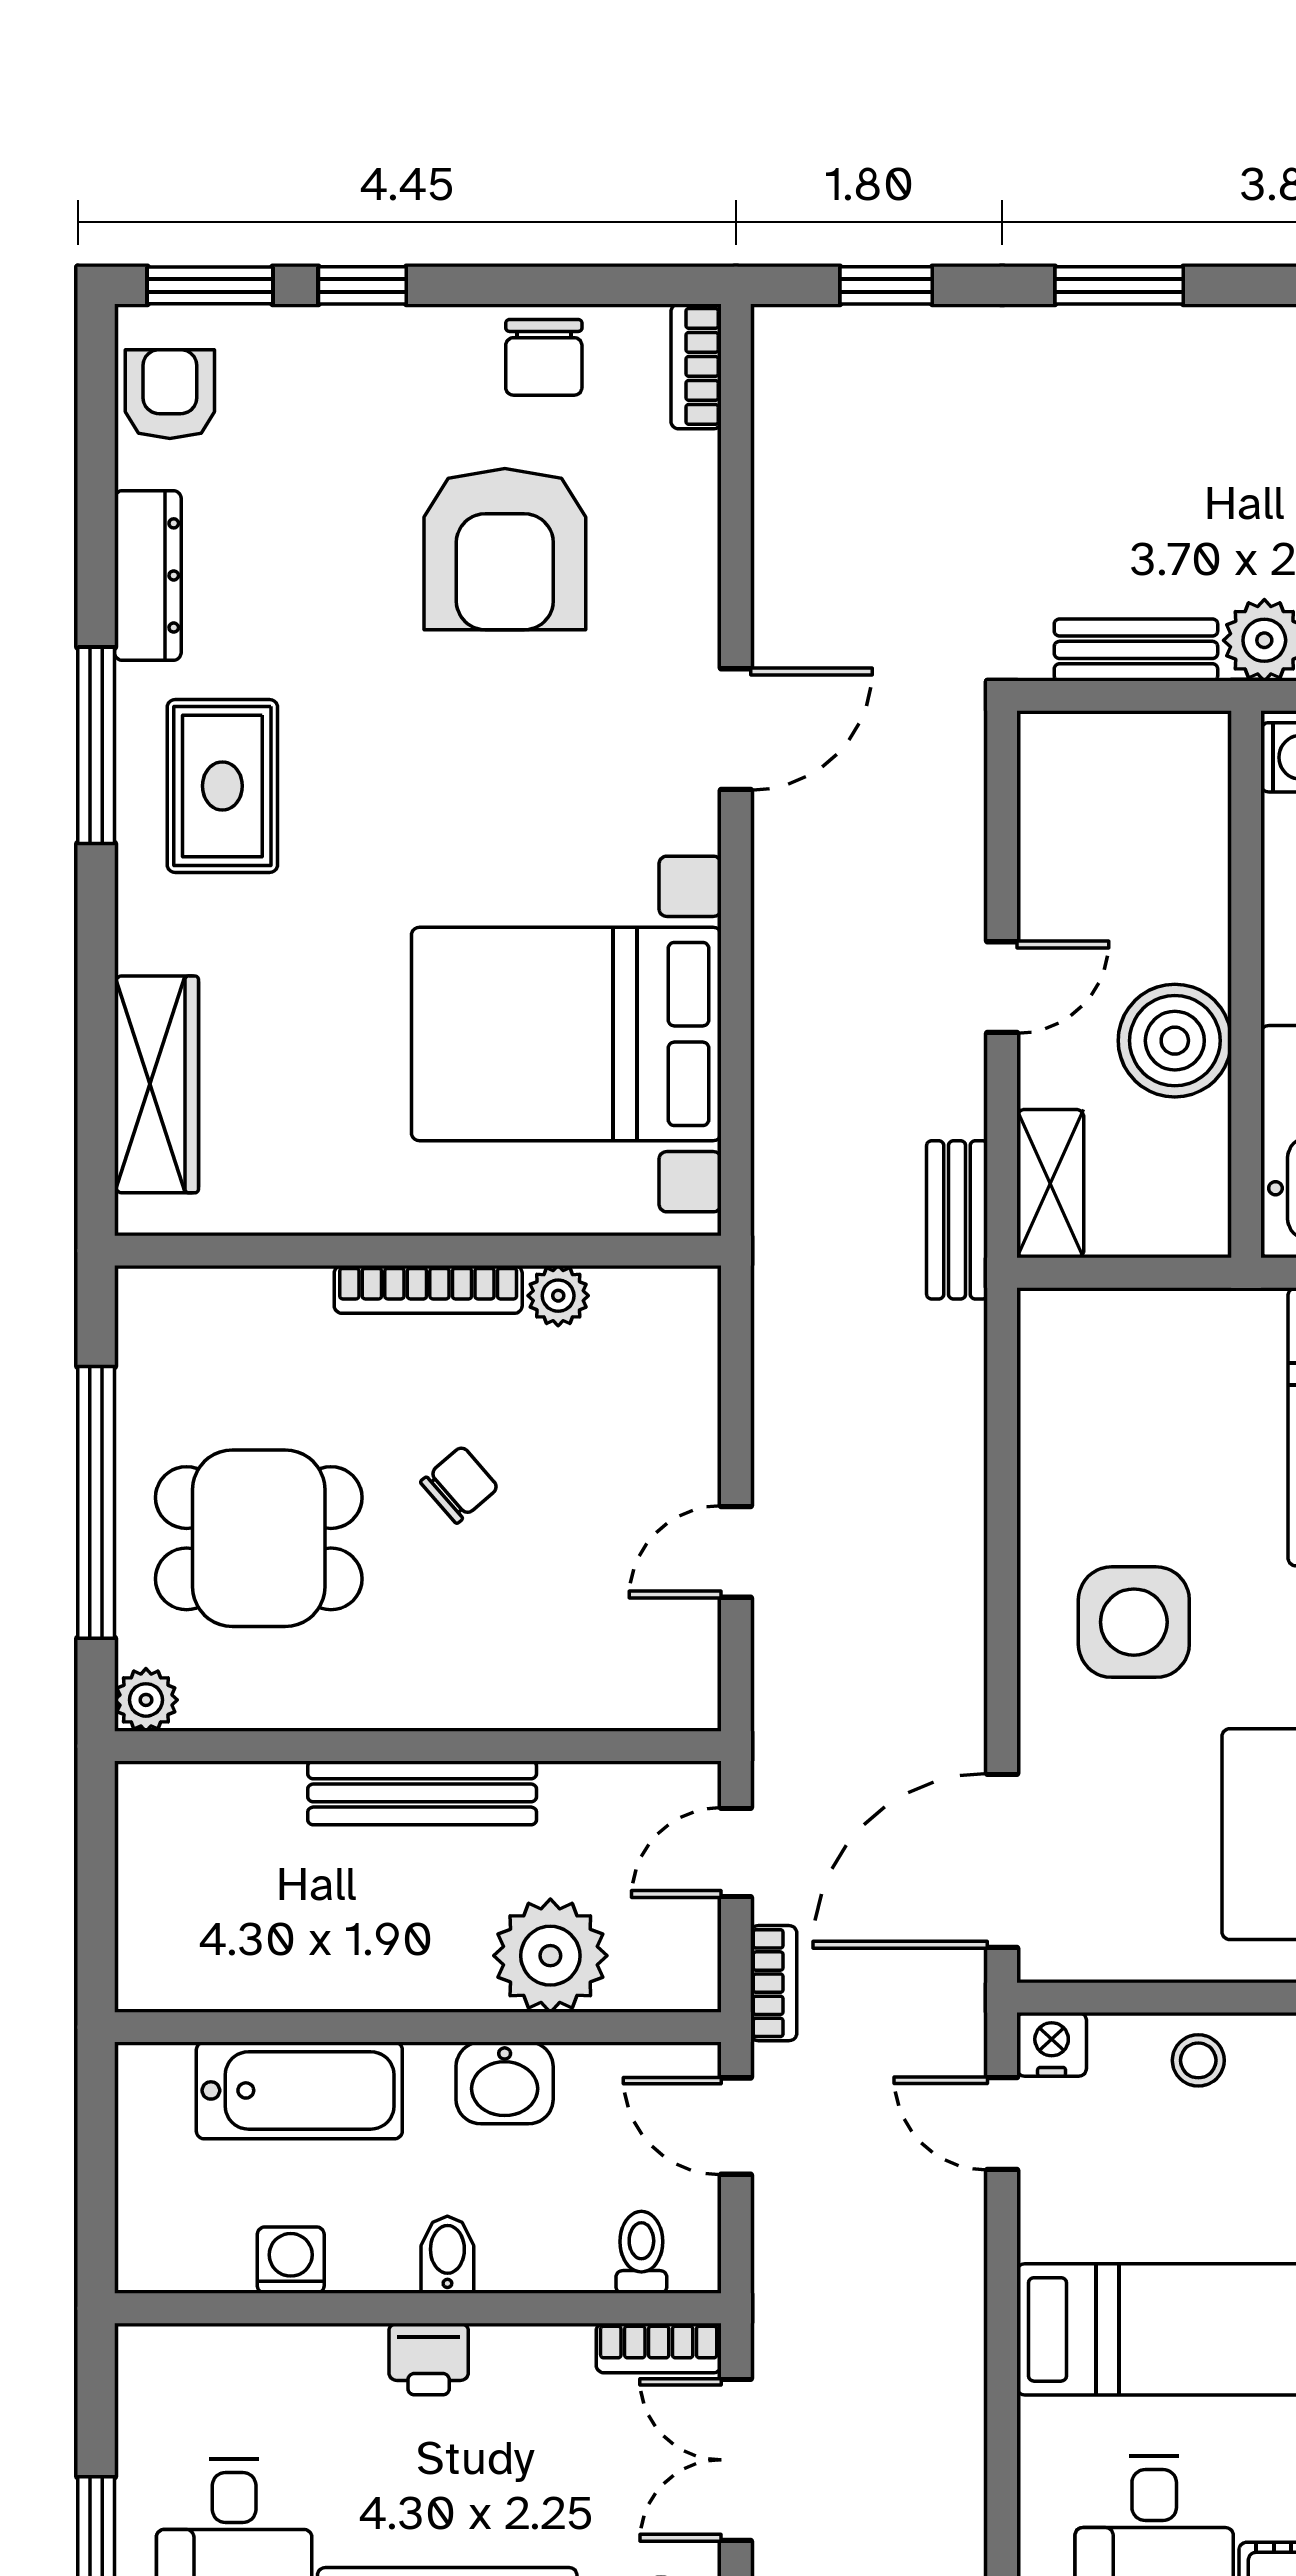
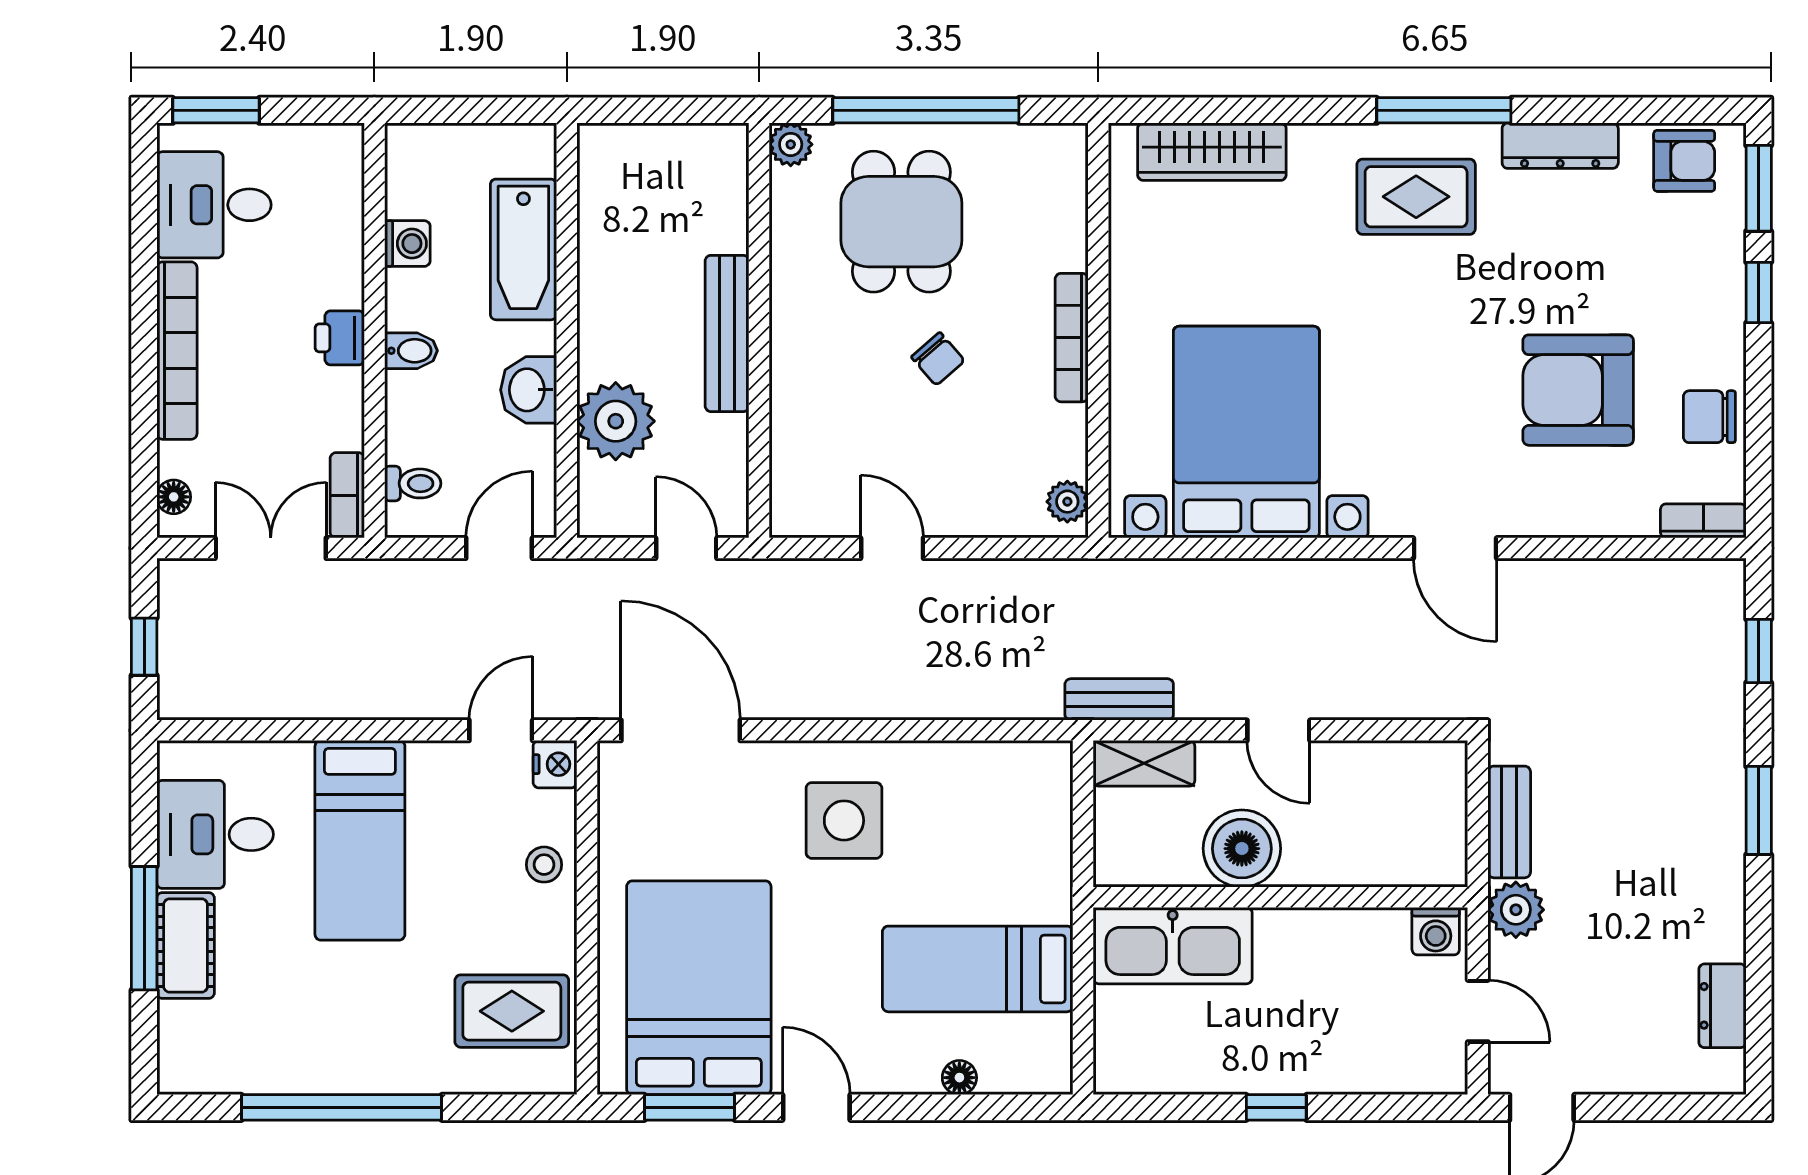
plant: (558, 1296) -> (1067, 502), moved
bookcase: (774, 1983) -> (597, 574), removed

